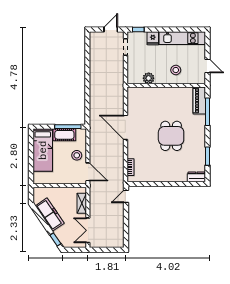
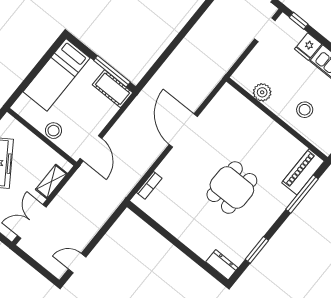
cot: (64, 135) -> (112, 89), moved
stool: (77, 155) -> (53, 131), moved
door: (126, 196) -> (77, 263), moved

